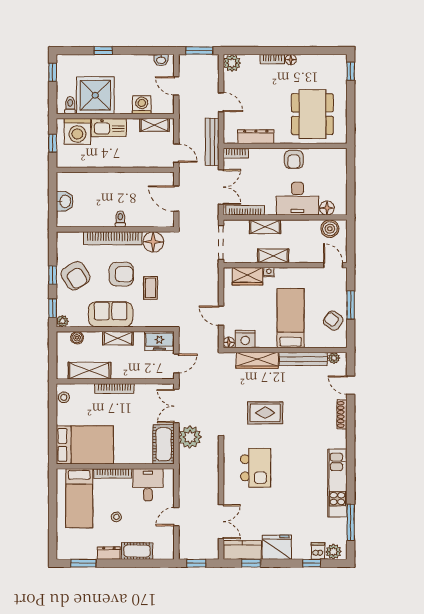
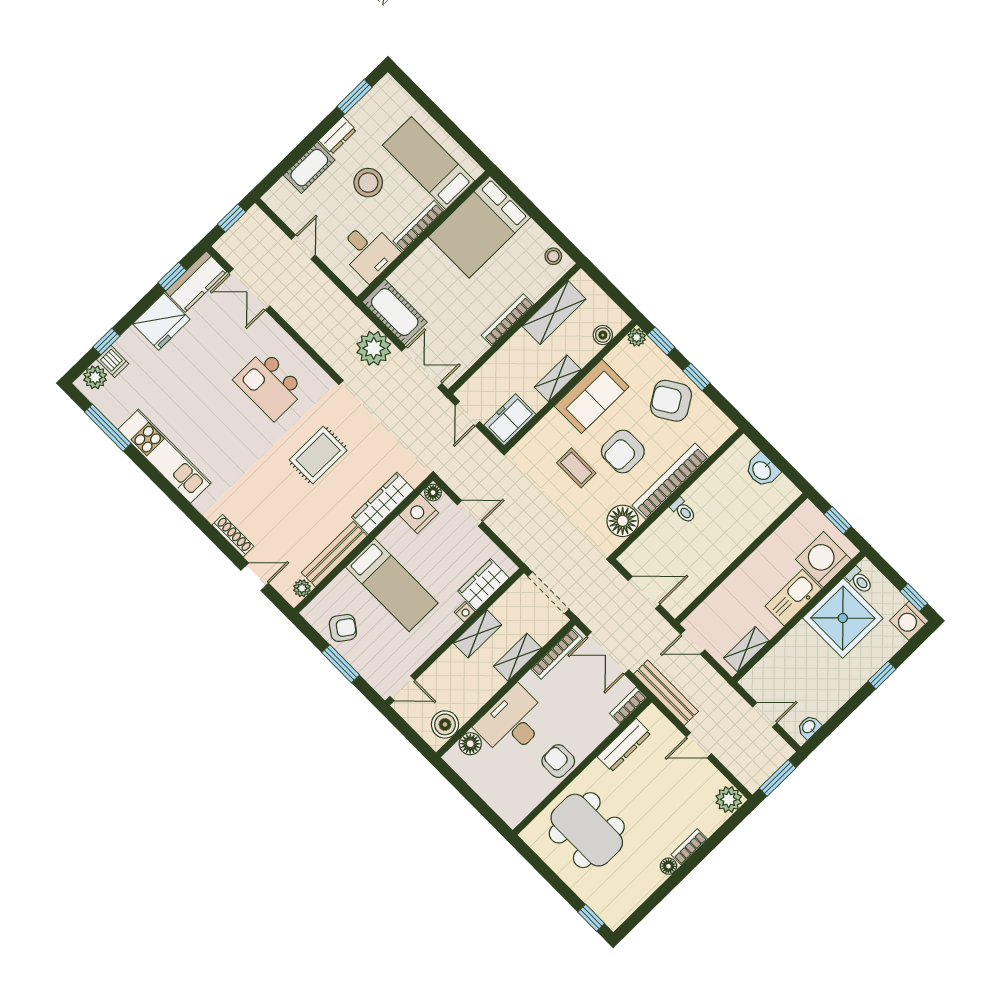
washing machine: (142, 105) -> (909, 621), moved, turned 90
stool: (116, 517) -> (368, 183), width x1.89, depth x1.89

